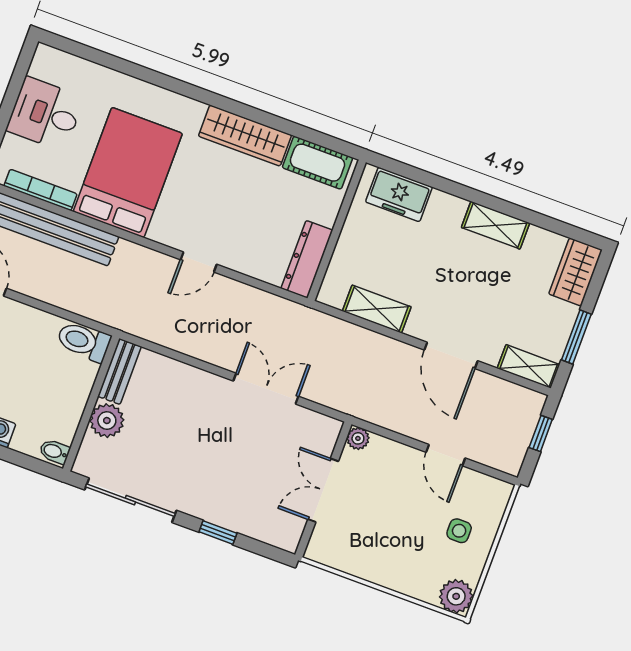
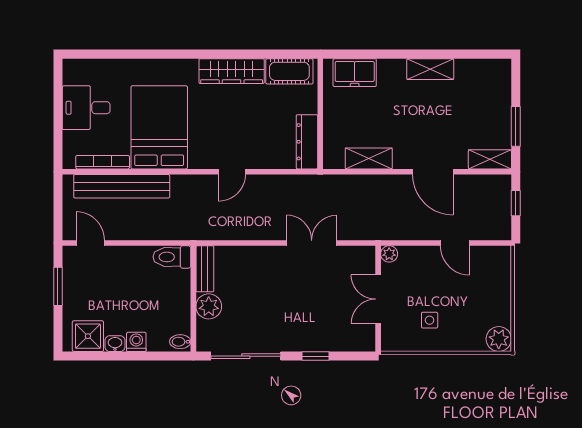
wardrobe: (575, 272) -> (498, 81), removed
side table: (459, 531) -> (430, 320), moved

